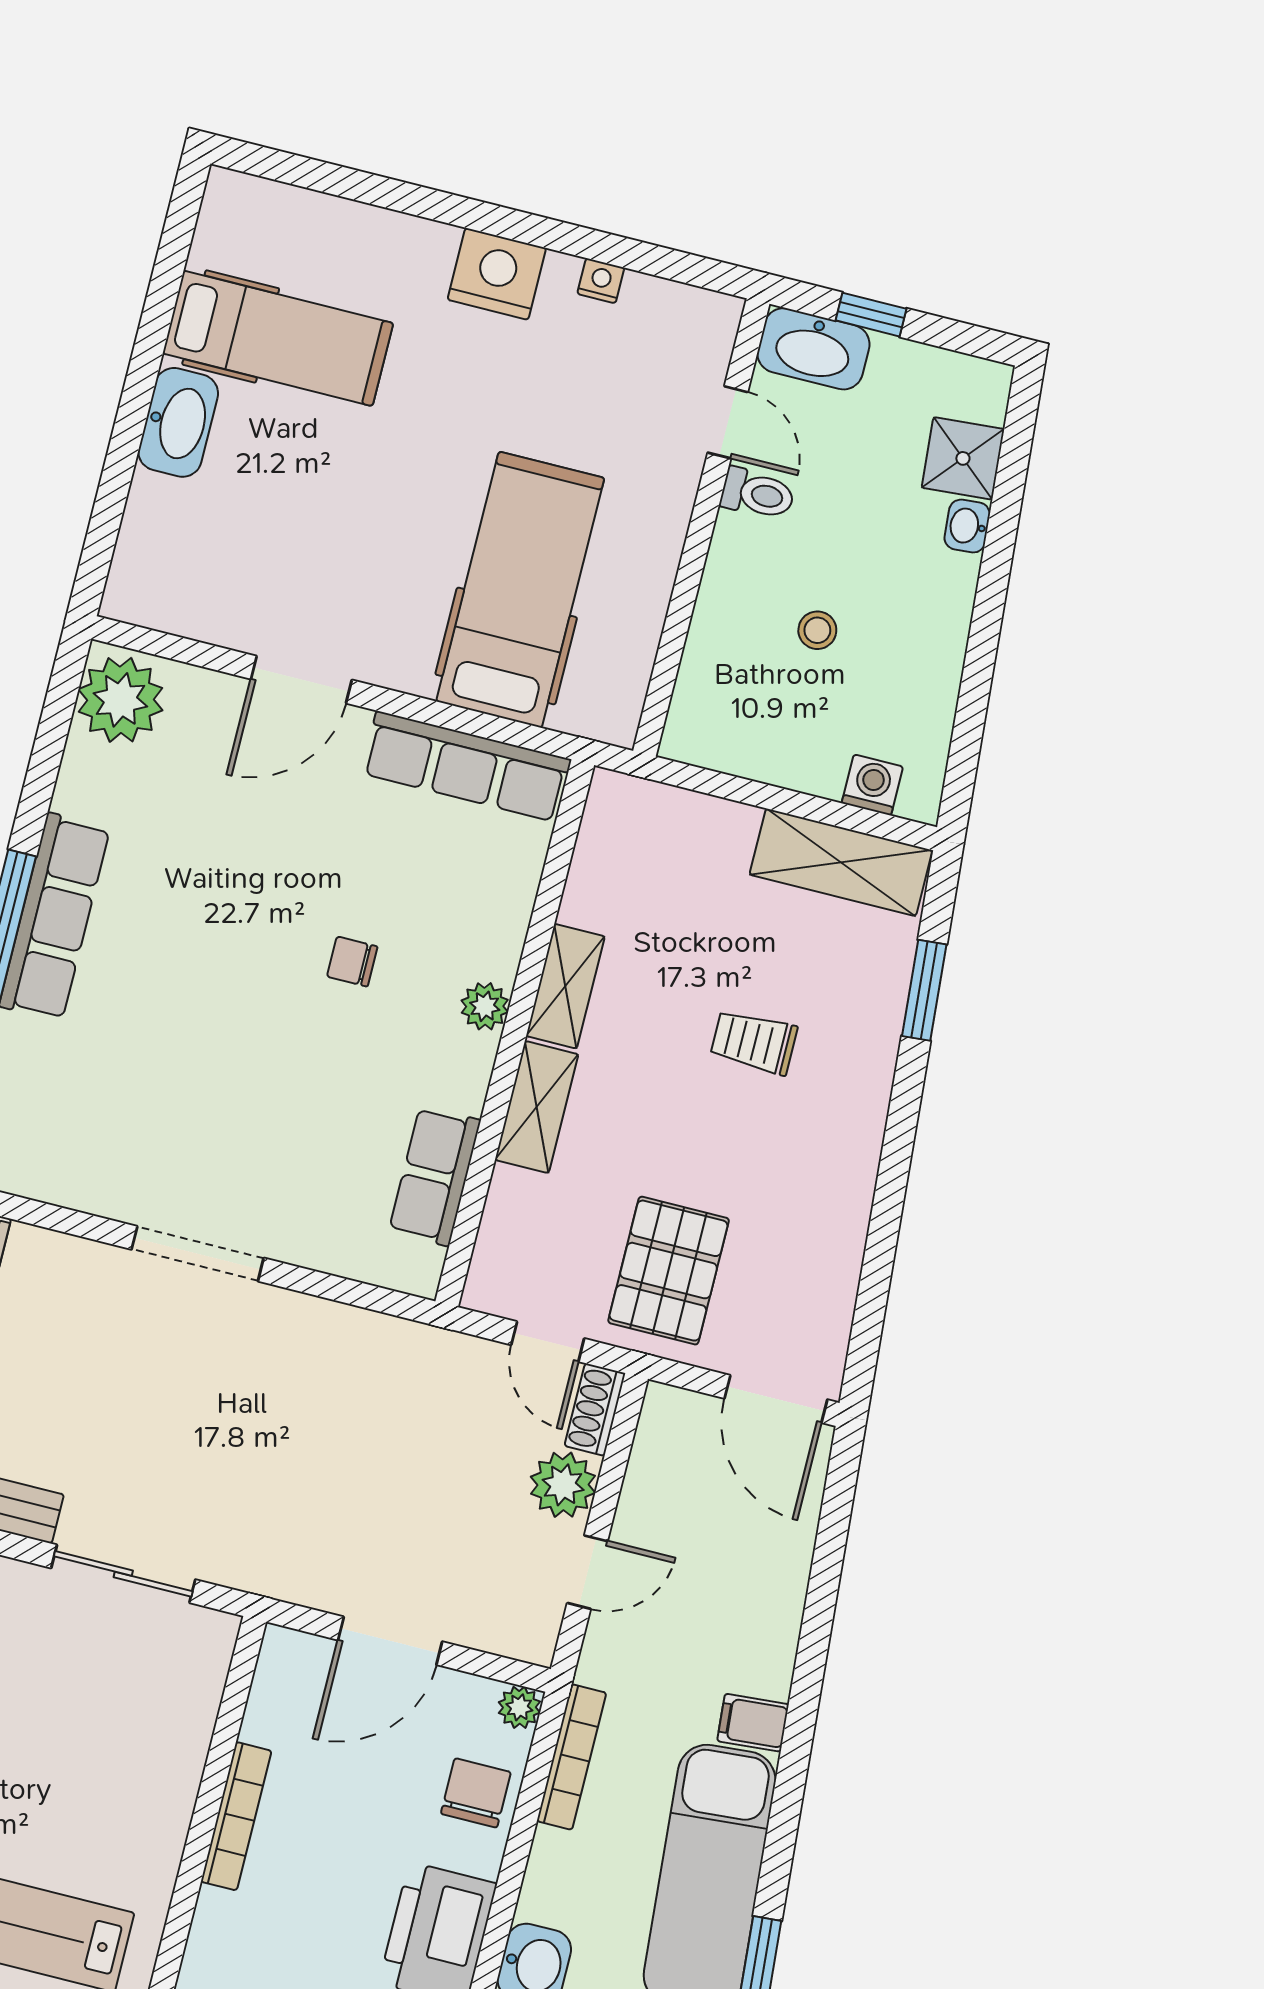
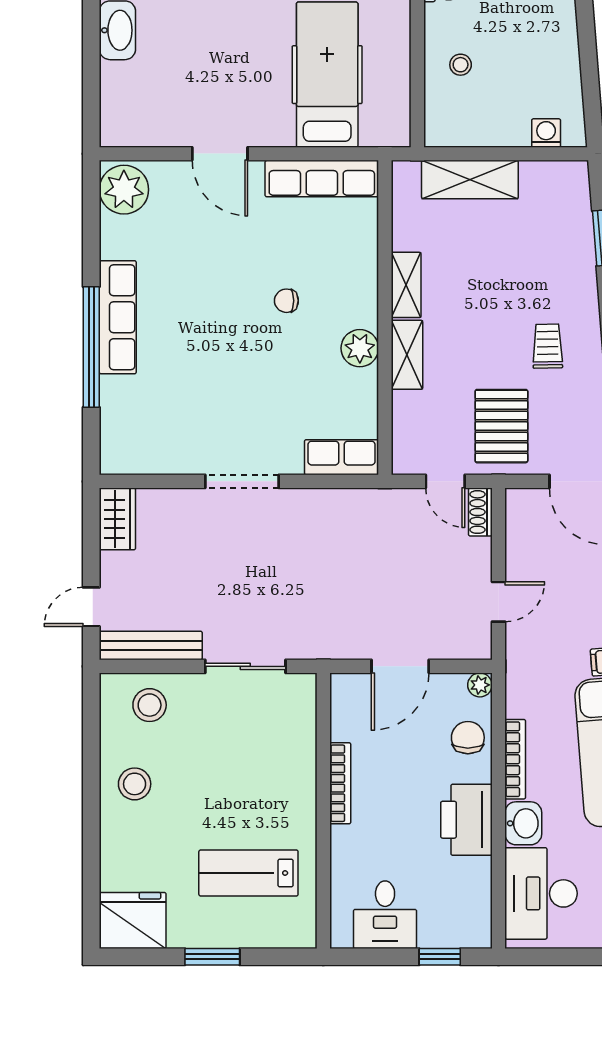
stool: (817, 630) -> (461, 65), moved
door: (301, 680) -> (220, 154), hinge flipped
shelving: (841, 862) -> (470, 180), moved
plant: (485, 1006) -> (360, 348), moved, width x1.38, depth x1.38
trolley: (754, 1042) -> (548, 346), moved, turned 89
row of seats: (435, 1176) -> (342, 457), moved, turned 90
plant: (563, 1485) -> (473, 557), removed
bookcase: (572, 1757) -> (515, 759), moved

